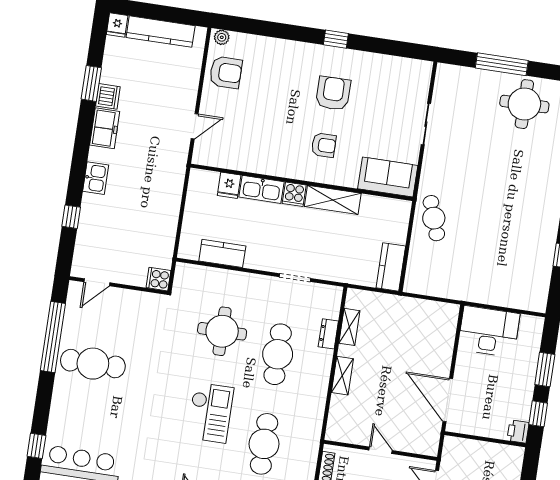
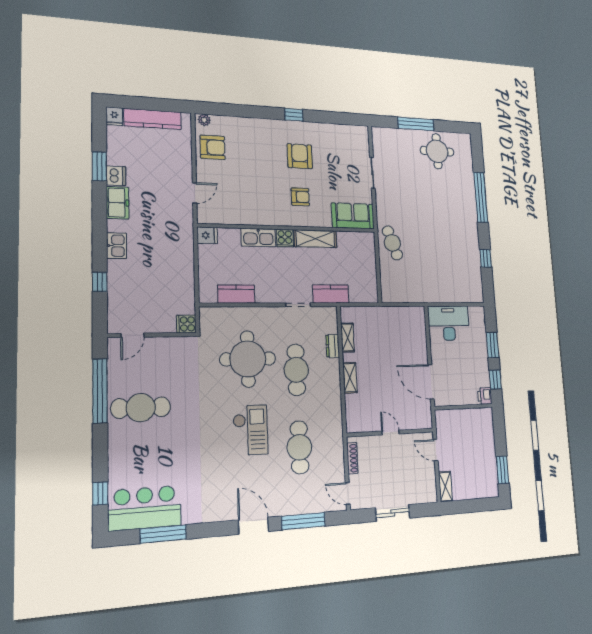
fridge: (229, 185) -> (207, 235), moved, turned -90
kitchen counter: (391, 267) -> (331, 294), moved, turned 90
round table: (222, 331) -> (248, 359), width x1.36, depth x1.36

